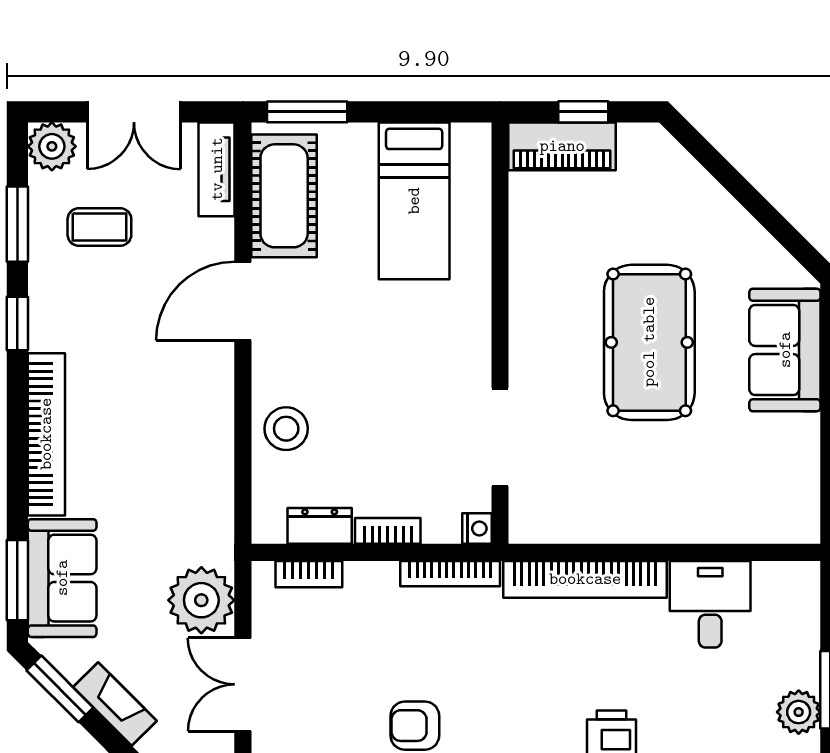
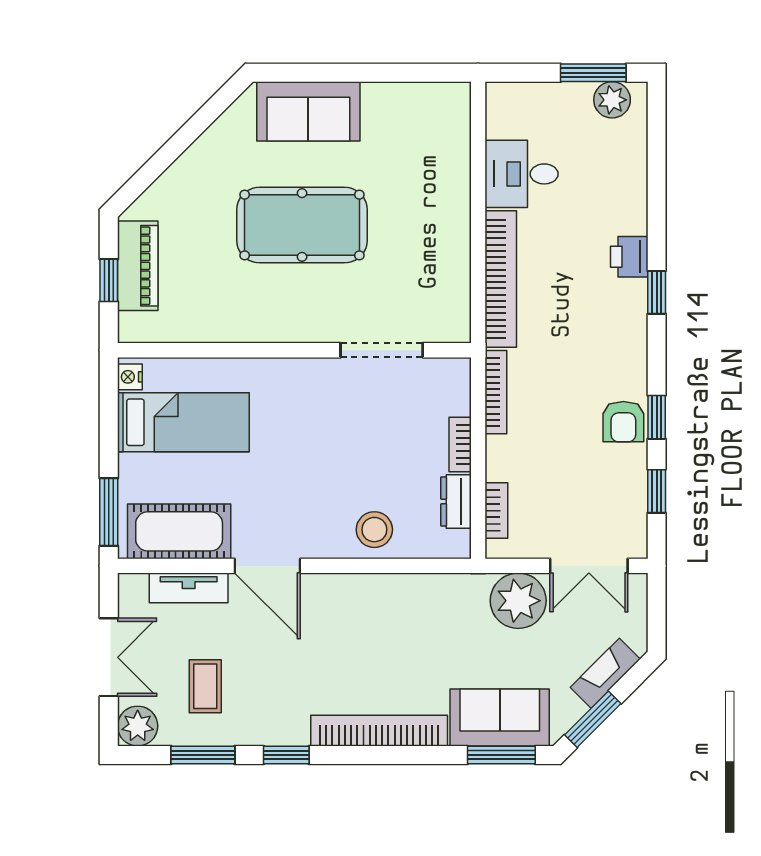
piano: (562, 146) -> (138, 266), moved
tv unit: (217, 169) -> (189, 588), moved
nightstand: (477, 529) -> (130, 377), moved, turned -90

